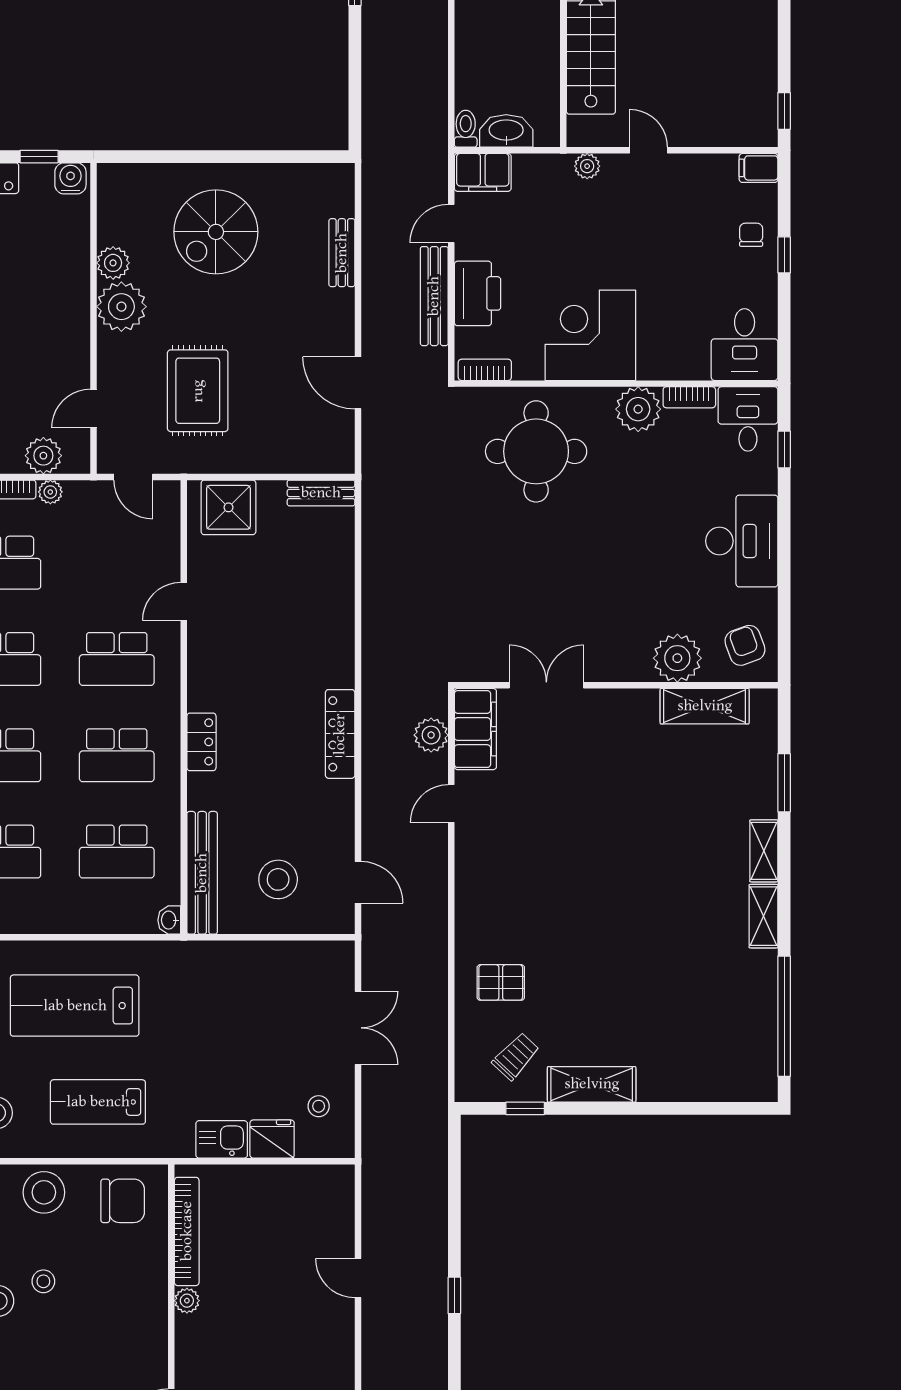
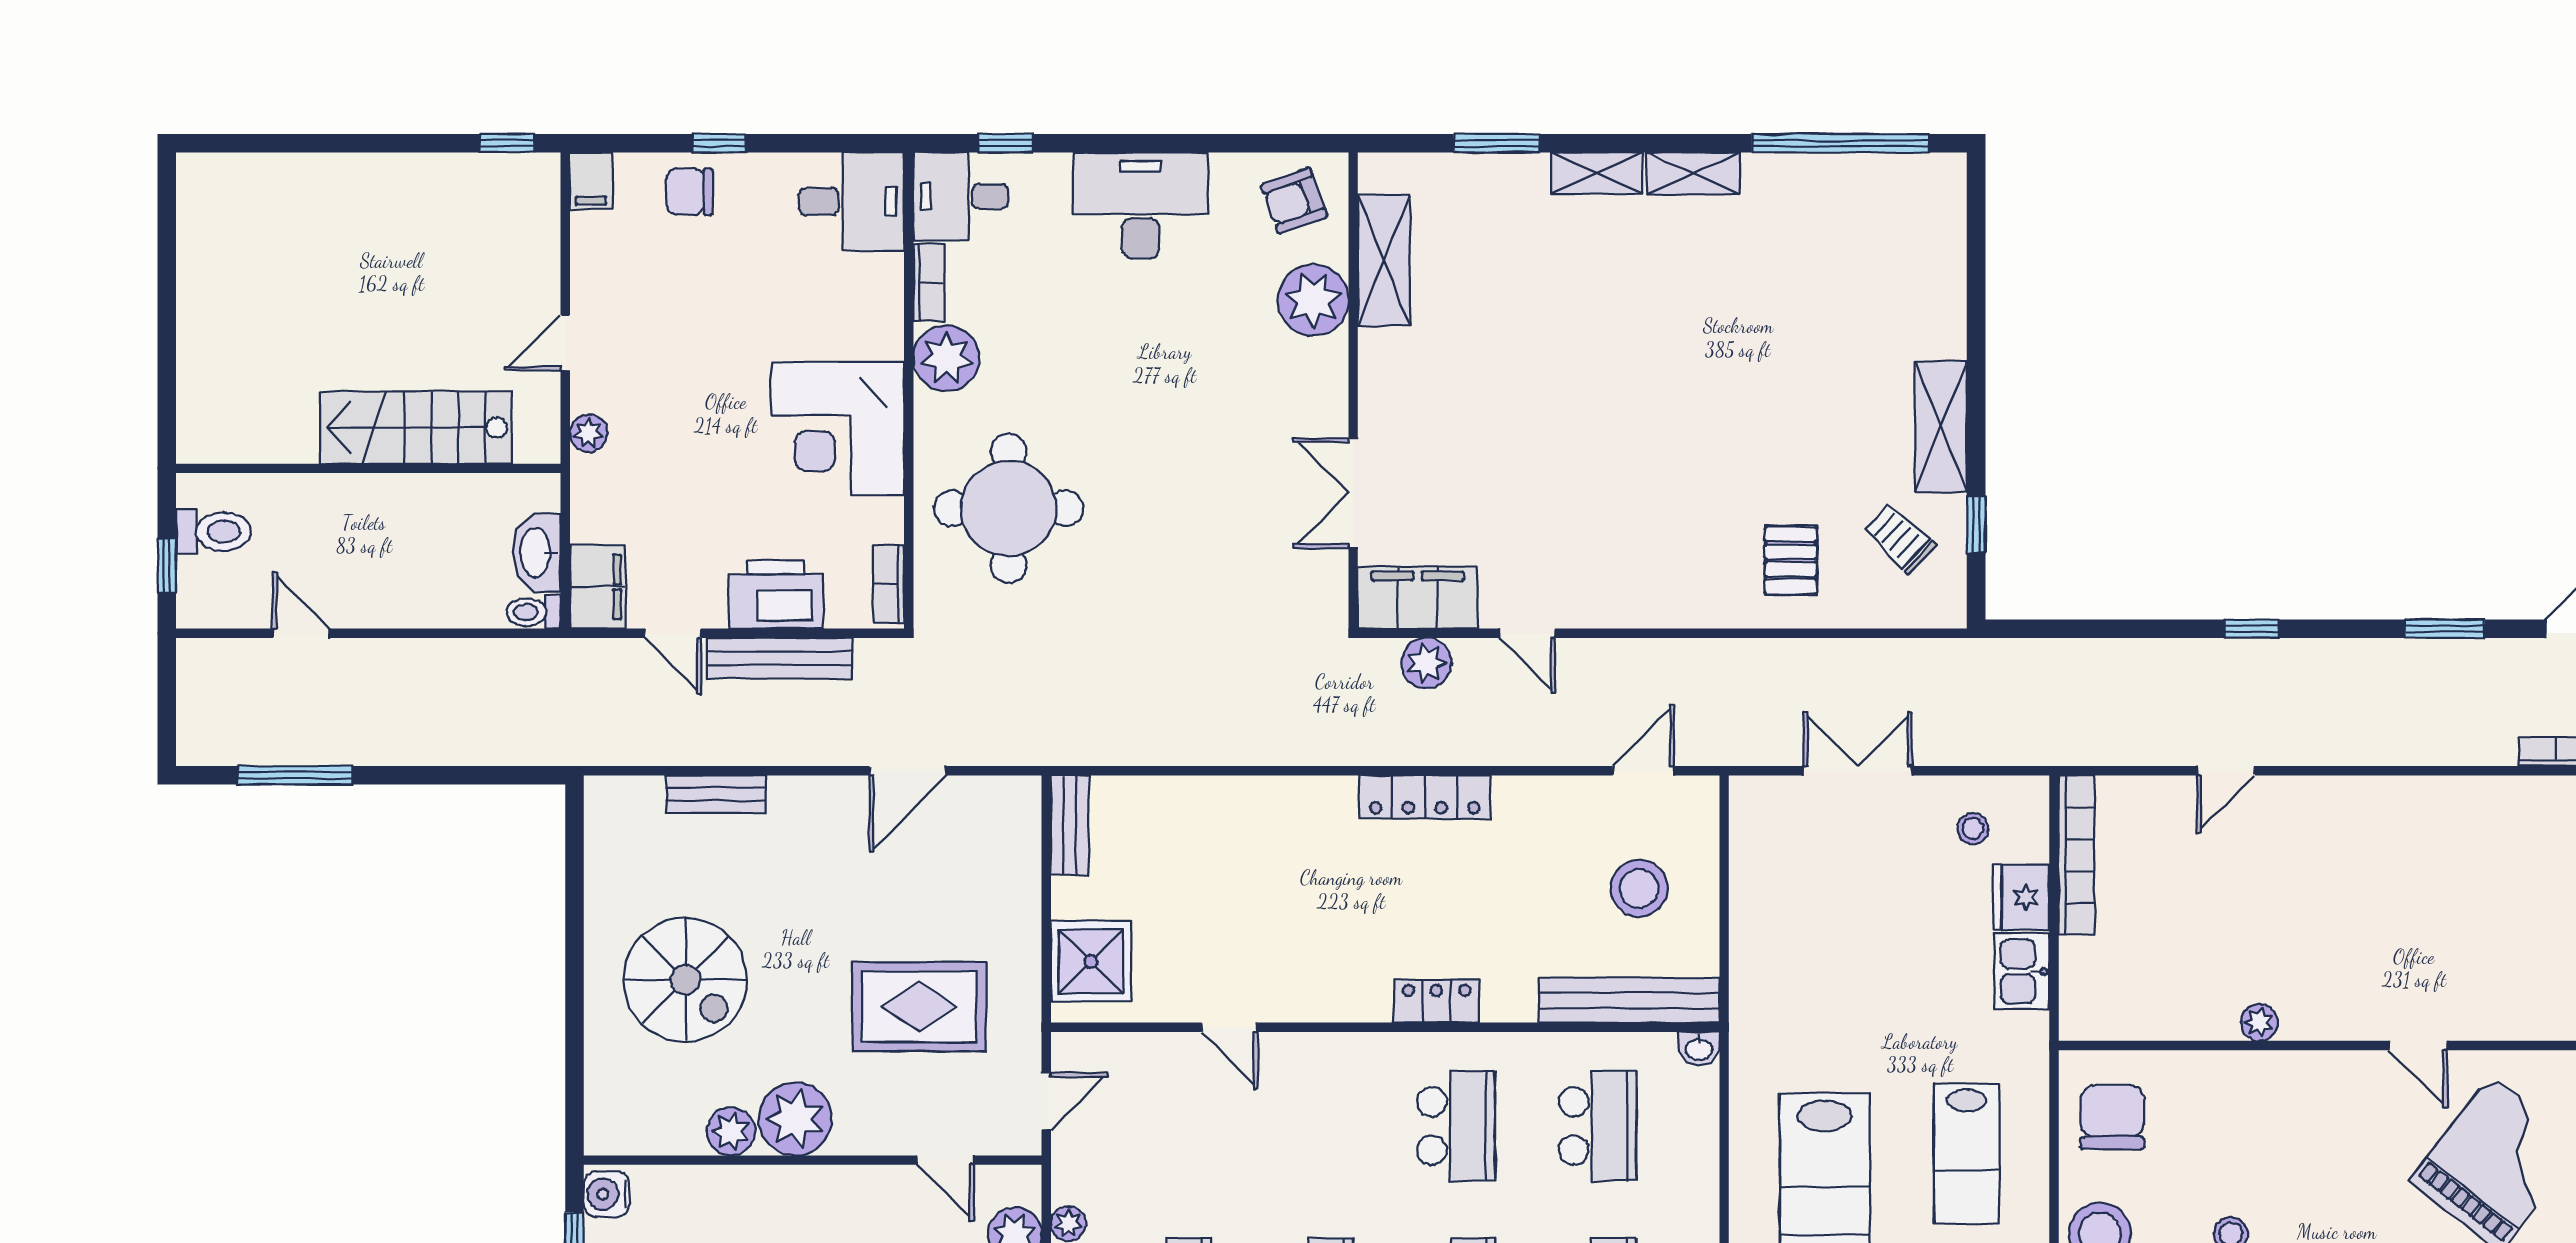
chair: (751, 235) -> (690, 192), width x1.37, depth x1.37
school desk: (117, 659) -> (1314, 1126), removed
bookcase: (187, 1231) -> (2077, 855), moved, turned 90

